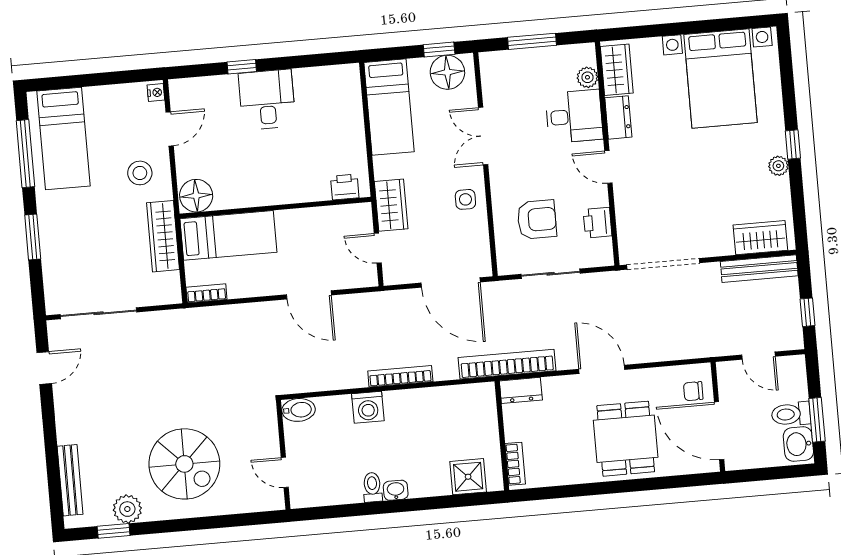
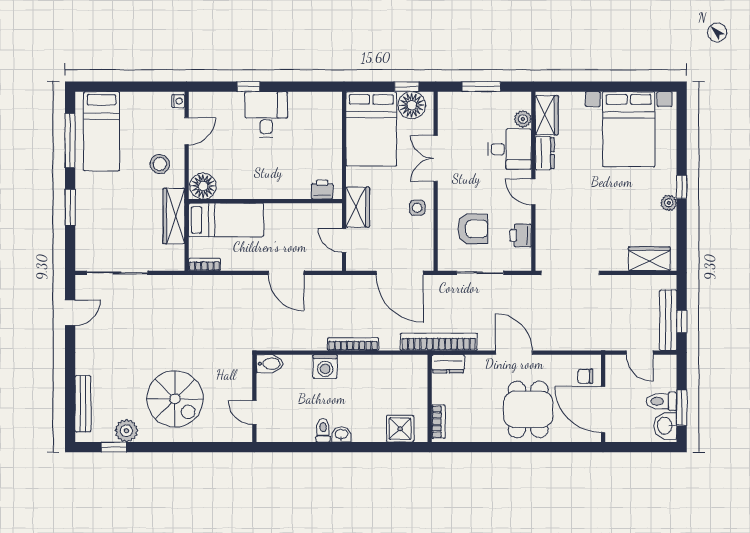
bed: (389, 107) -> (371, 129), width x1.50
bench: (759, 269) -> (668, 320), moved, turned 90

